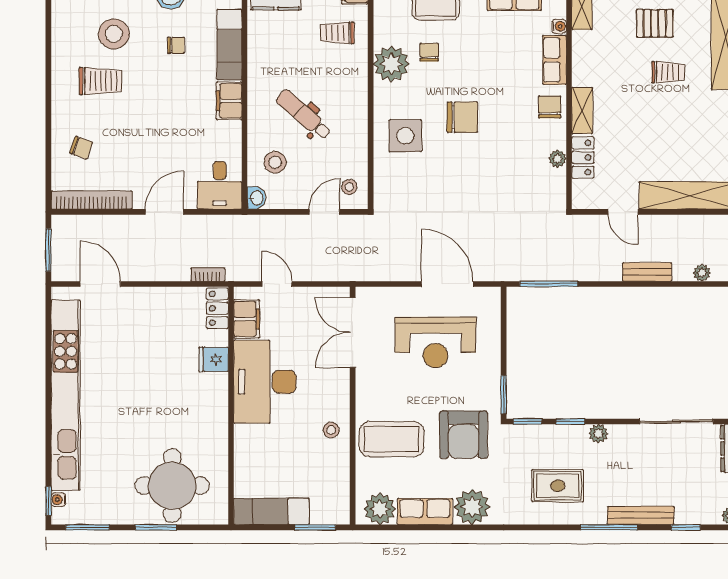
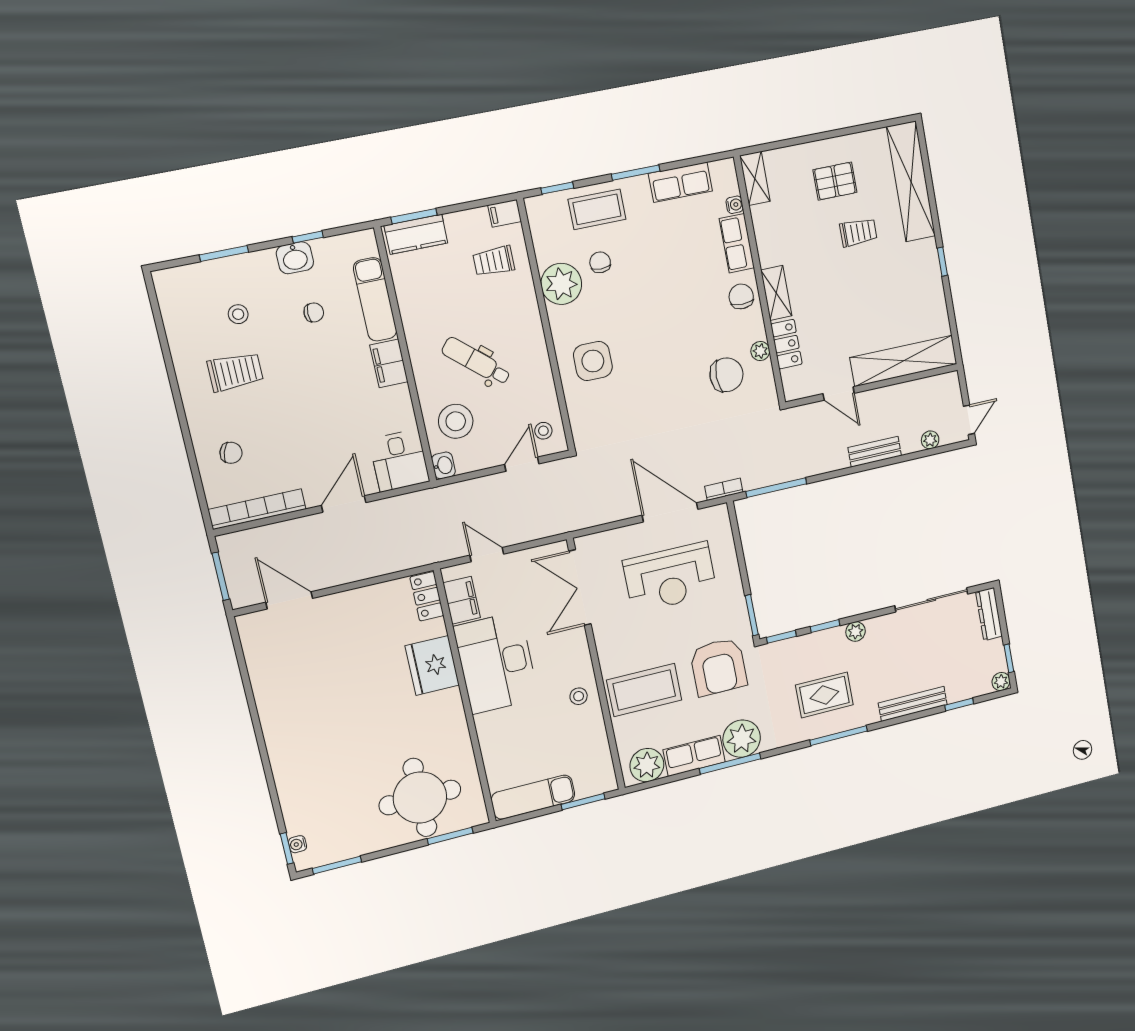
stool: (114, 34) -> (238, 314), width x0.53, depth x0.53
chair: (462, 117) -> (726, 375), moved
stool: (275, 162) -> (456, 421), width x1.38, depth x1.38
bookcase: (208, 275) -> (724, 489), moved
fridge: (214, 359) -> (432, 665), width x1.88, depth x1.34
kitchen unit: (66, 395) -> (279, 731), removed
window: (156, 527) -> (450, 836), moved
window: (457, 527) -> (730, 764), added
window: (609, 527) -> (839, 736), moved

